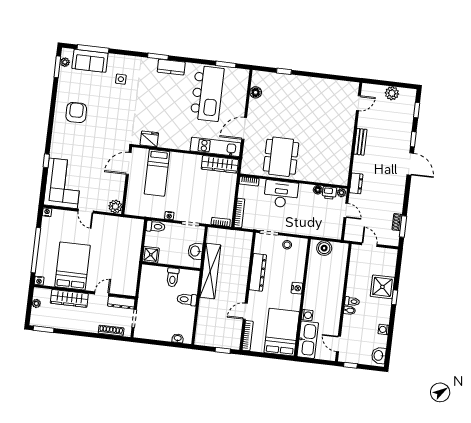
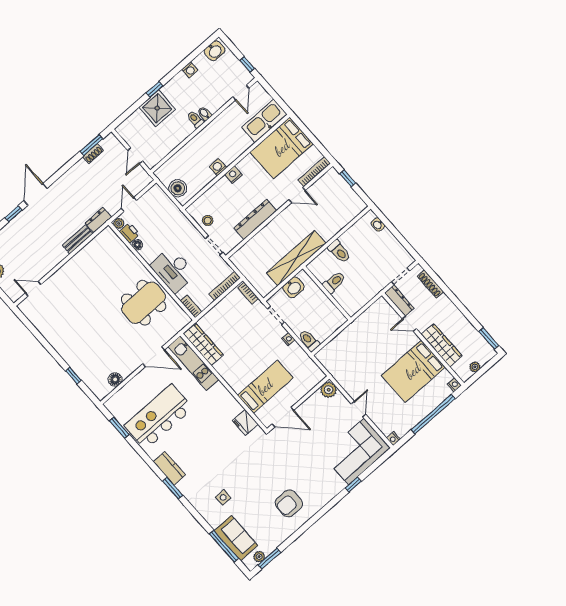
bench: (360, 142) -> (78, 239), moved
shower: (151, 255) -> (336, 319), removed
washing machine: (307, 315) -> (218, 167), moved

